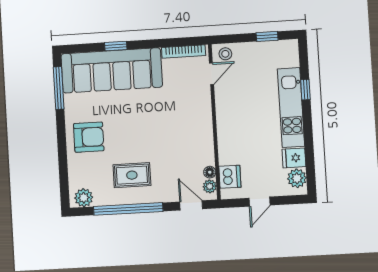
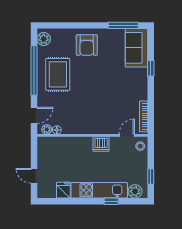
sofa: (112, 70) -> (136, 48), width x0.54, depth x0.79
door: (212, 74) -> (127, 135), swing flipped
rug: (132, 175) -> (58, 74), width x1.36, depth x1.43
dishwasher: (230, 177) -> (101, 144), moved
plant: (297, 178) -> (135, 191), moved
door: (259, 202) -> (34, 176), moved

